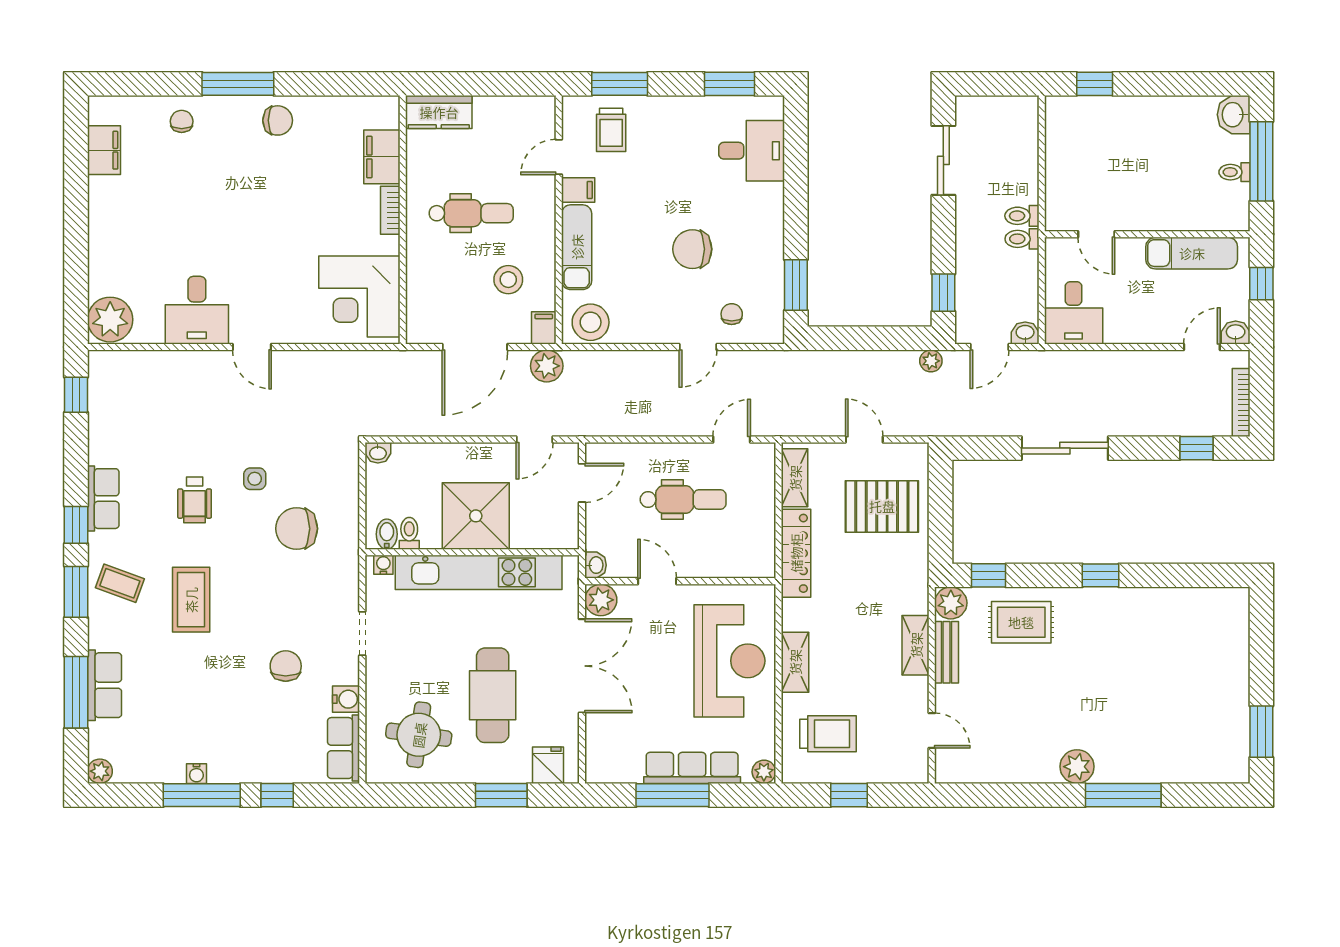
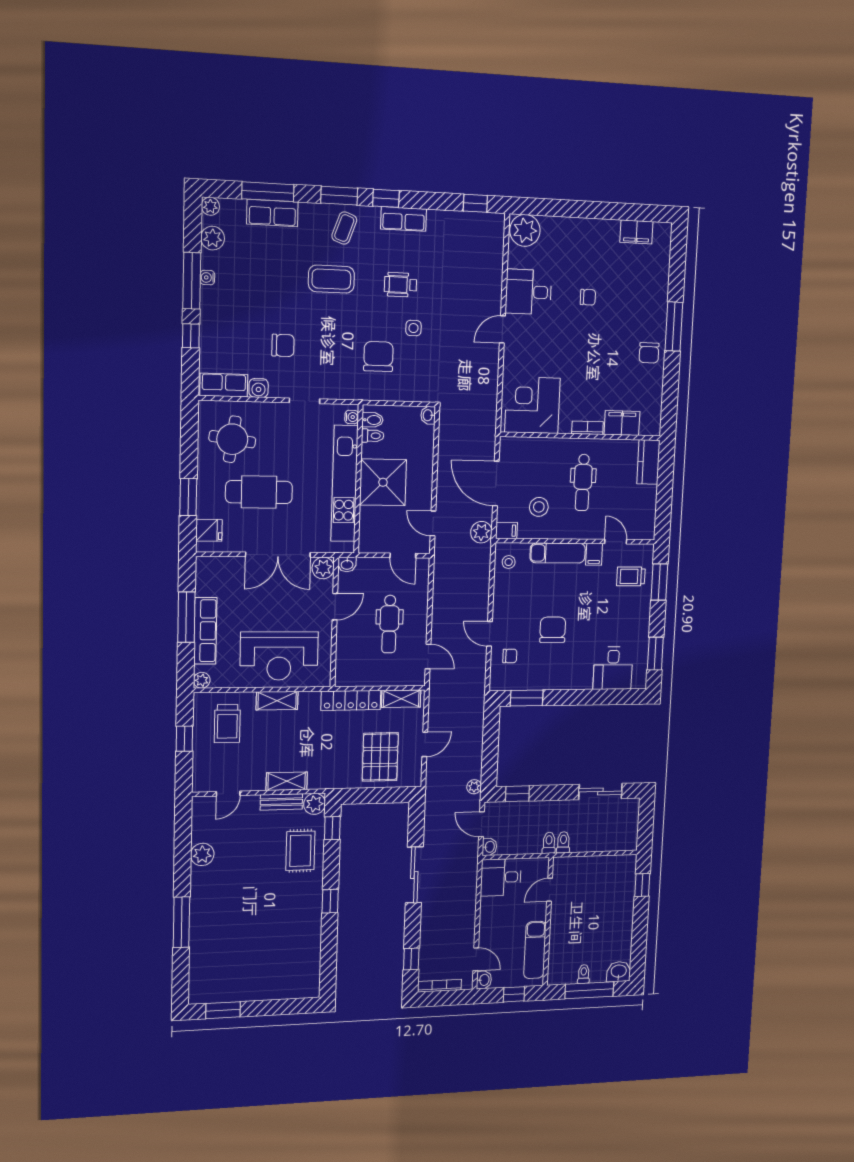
chair: (182, 121) -> (588, 297), moved
stool: (591, 322) -> (509, 562), width x0.53, depth x0.53
plant: (143, 767) -> (213, 238), added
plant: (1077, 767) -> (202, 854), moved

